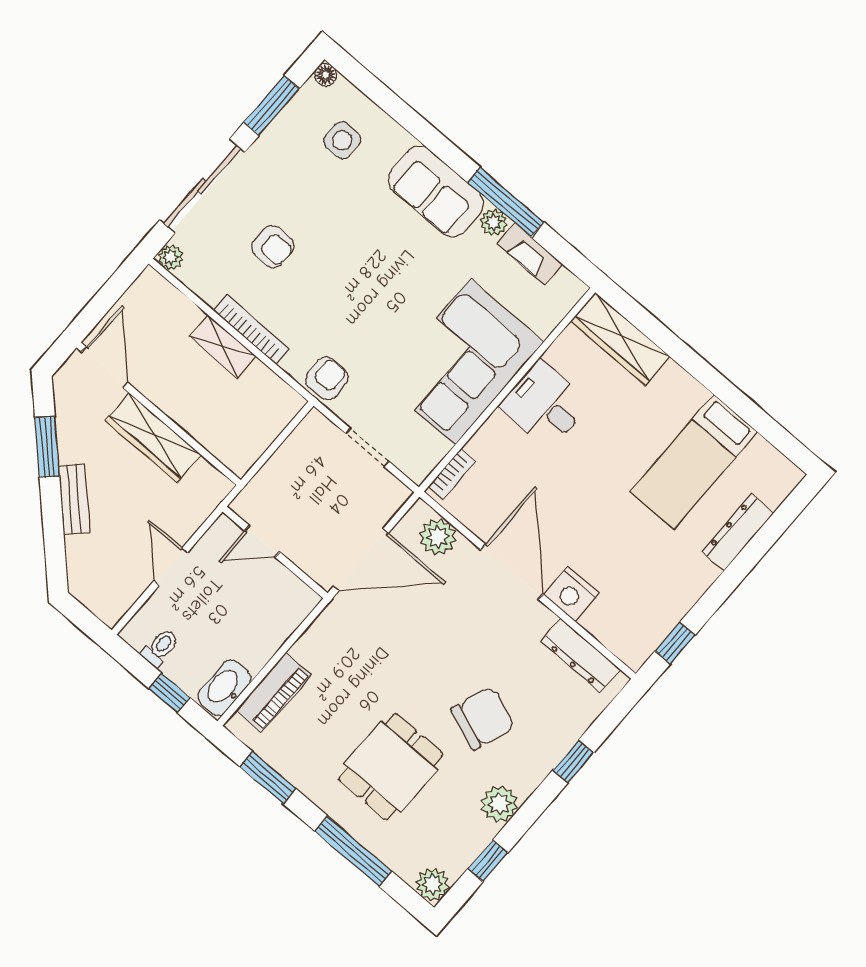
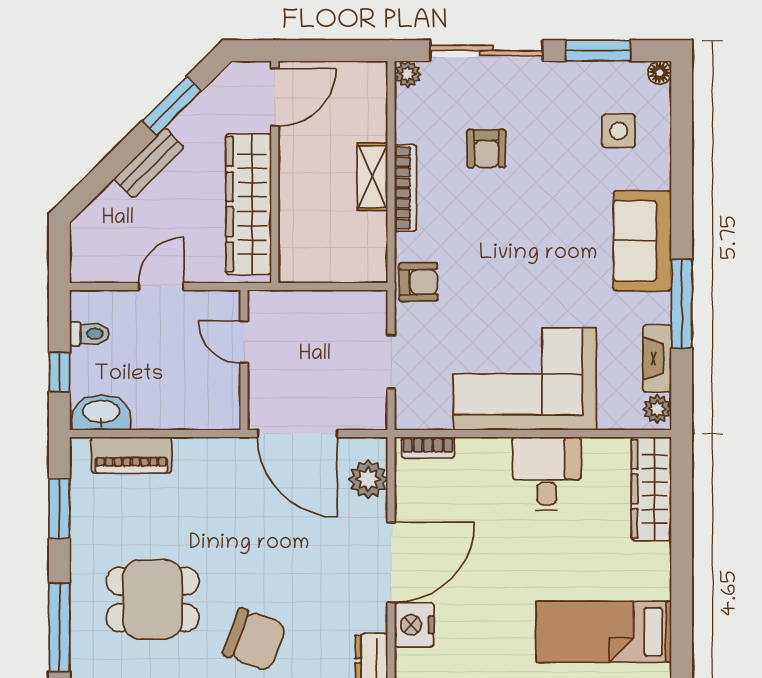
plant: (494, 222) -> (657, 409), moved
wardrobe: (153, 438) -> (249, 204), width x1.40, depth x1.17

